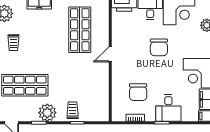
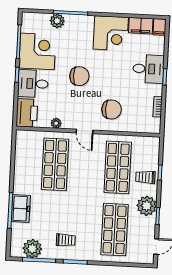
plant: (116, 29) -> (56, 123), added
shop shelf: (80, 30) -> (55, 164), turned 90
shop shelf: (80, 85) -> (118, 167), added
chair: (138, 92) -> (112, 109), moved

